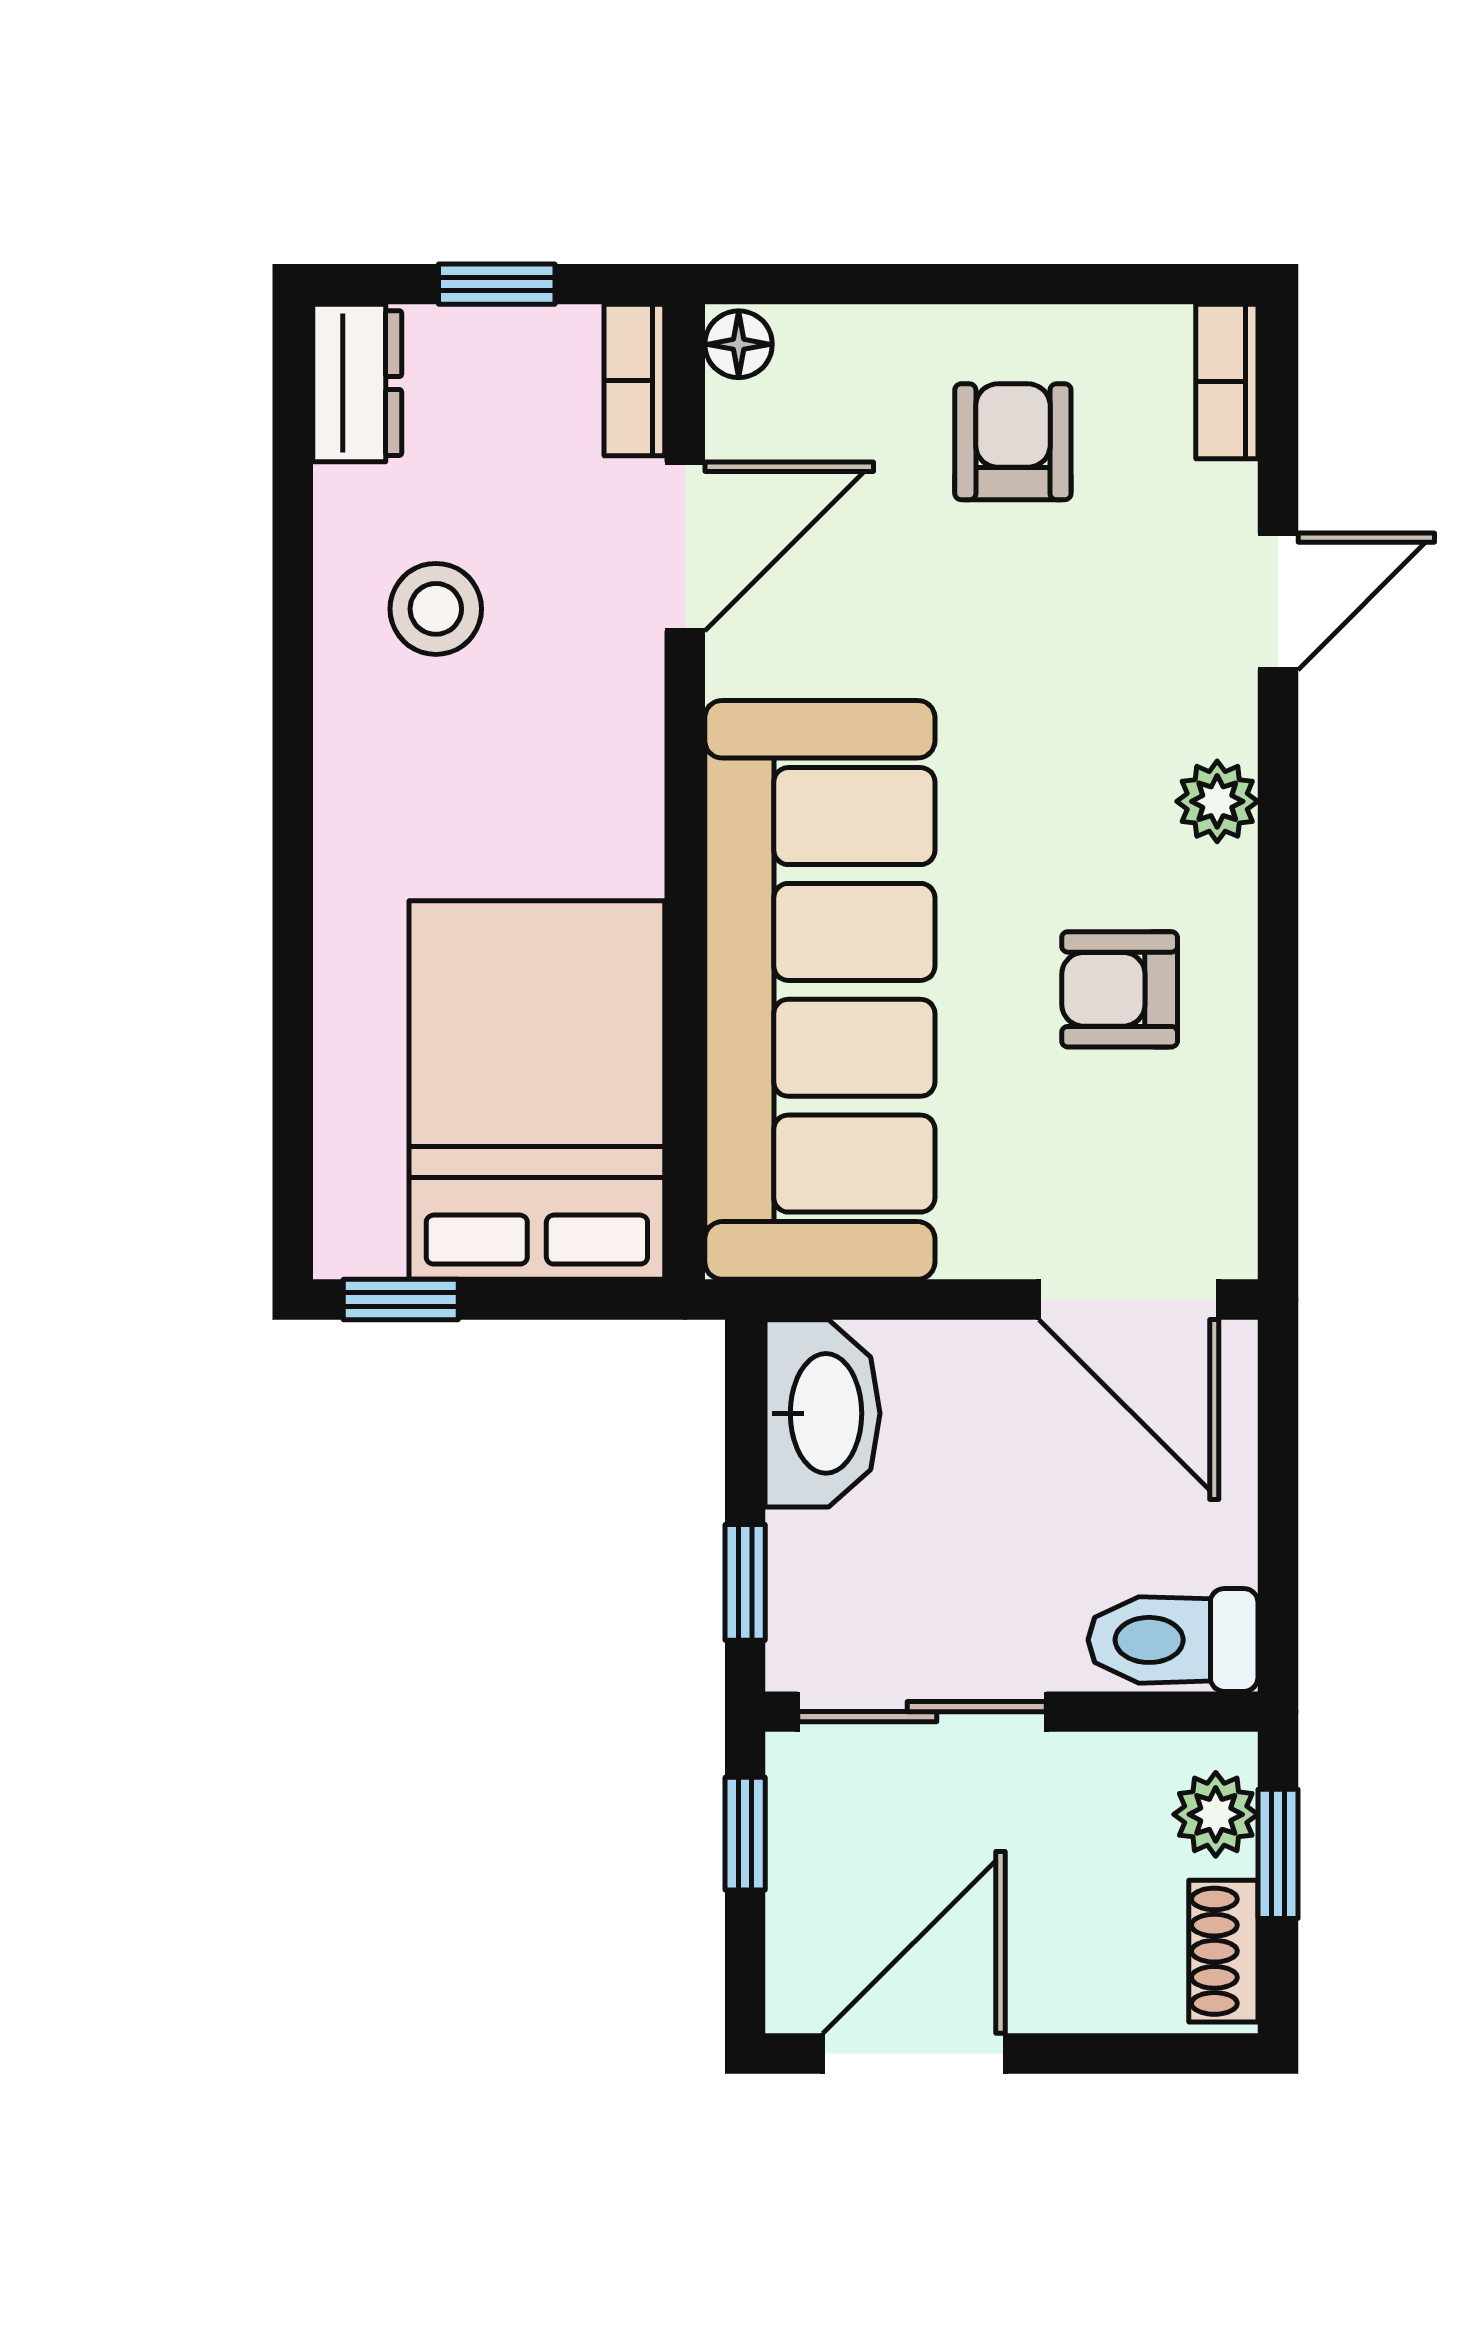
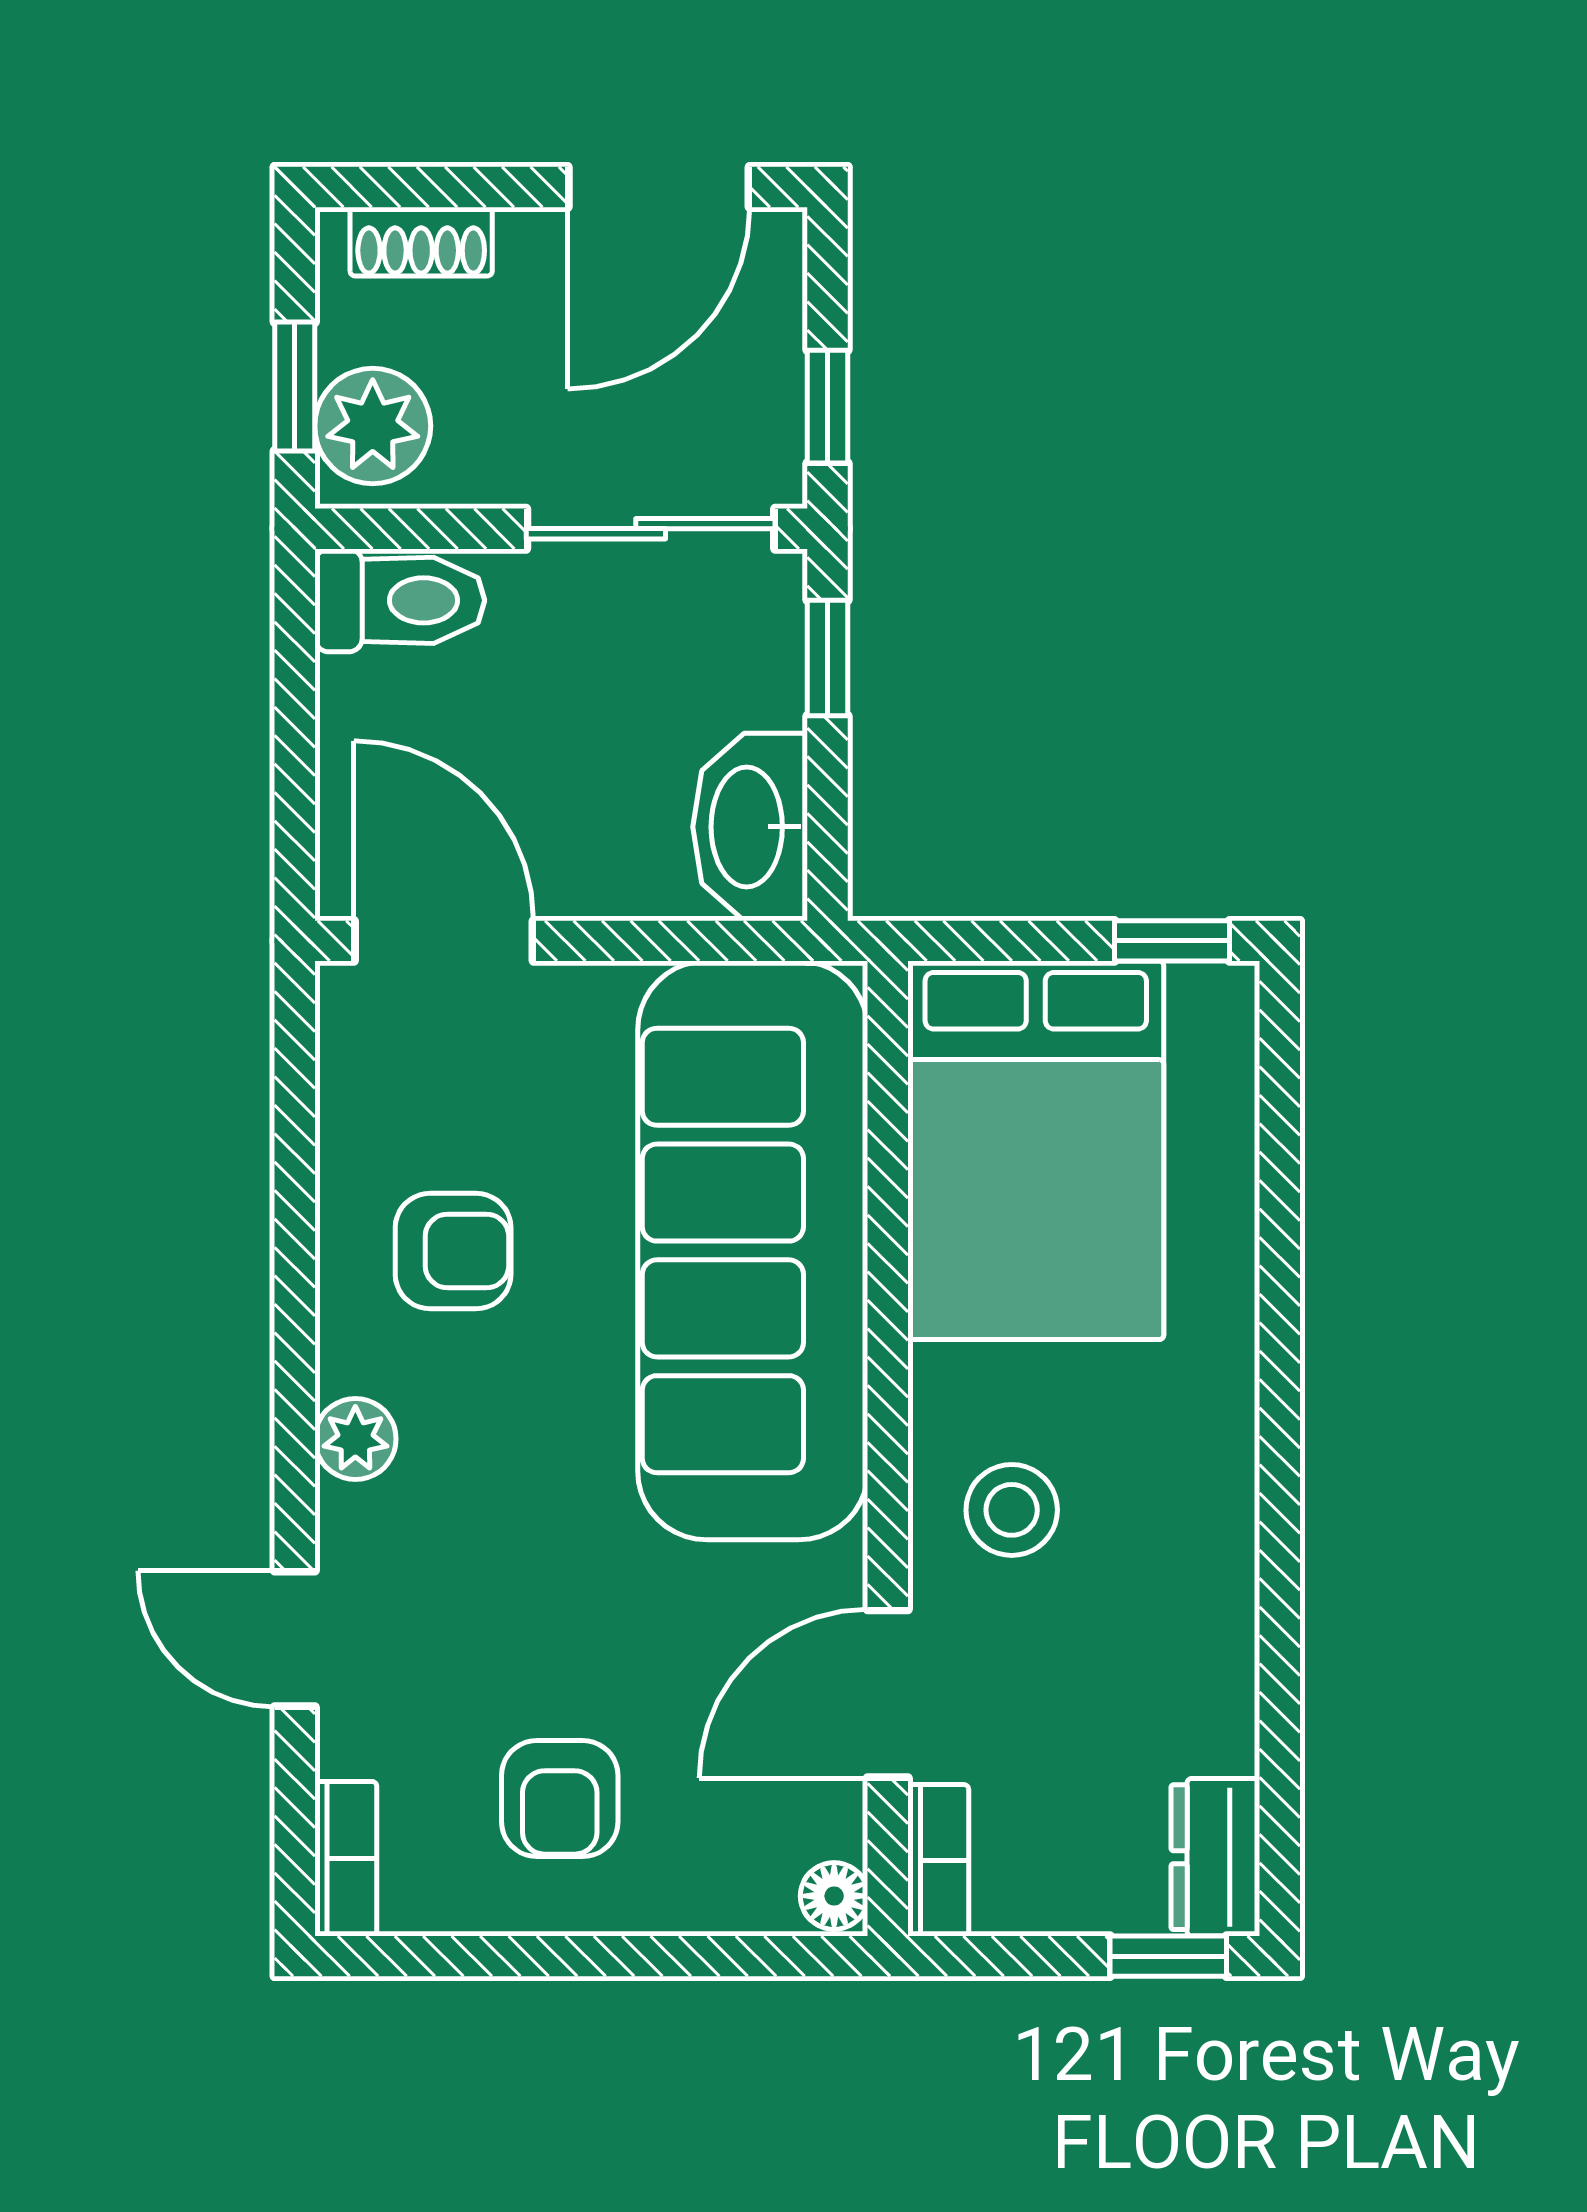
window: (497, 284) -> (1168, 1956), moved
door: (1278, 601) -> (295, 1639), hinge flipped
stool: (436, 609) -> (1012, 1510), moved
plant: (1216, 1814) -> (373, 426), width x1.38, depth x1.38
shoe rack: (1223, 1951) -> (421, 242), moved, turned 90

